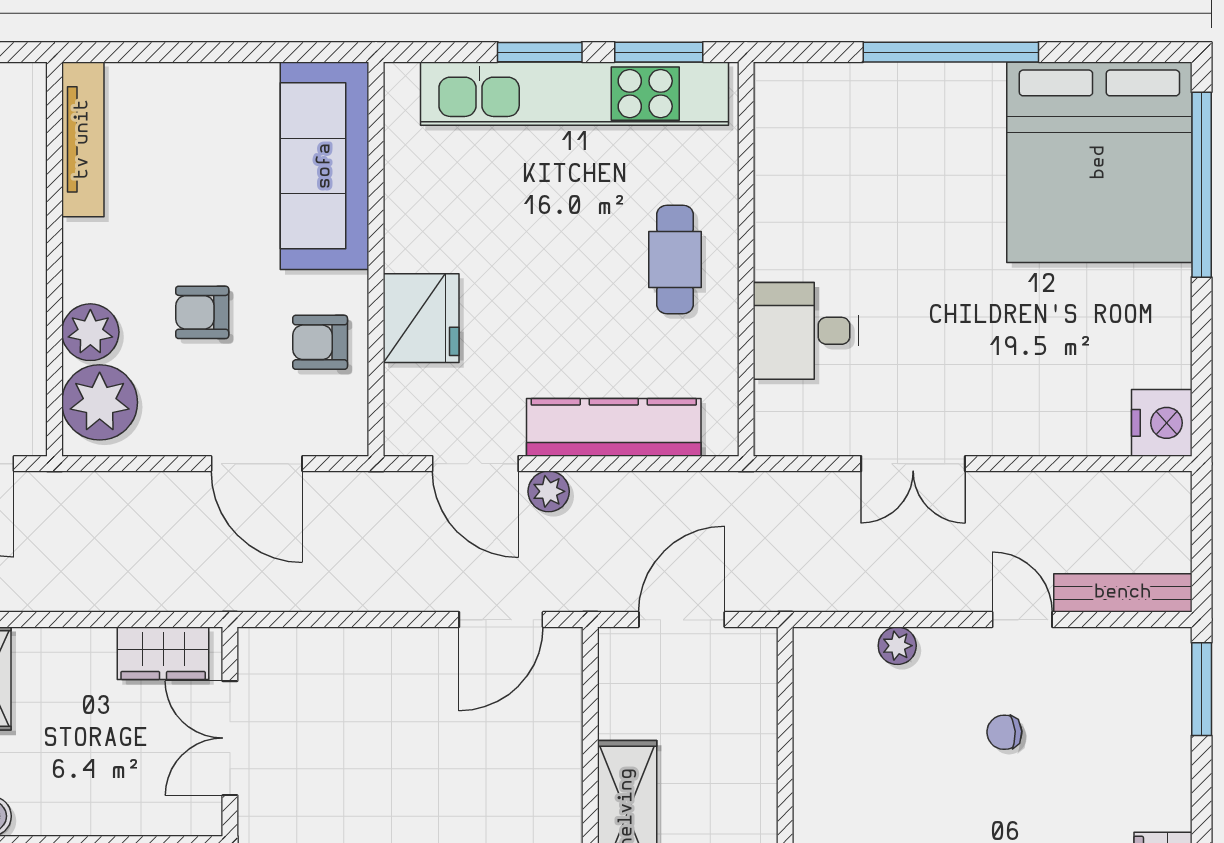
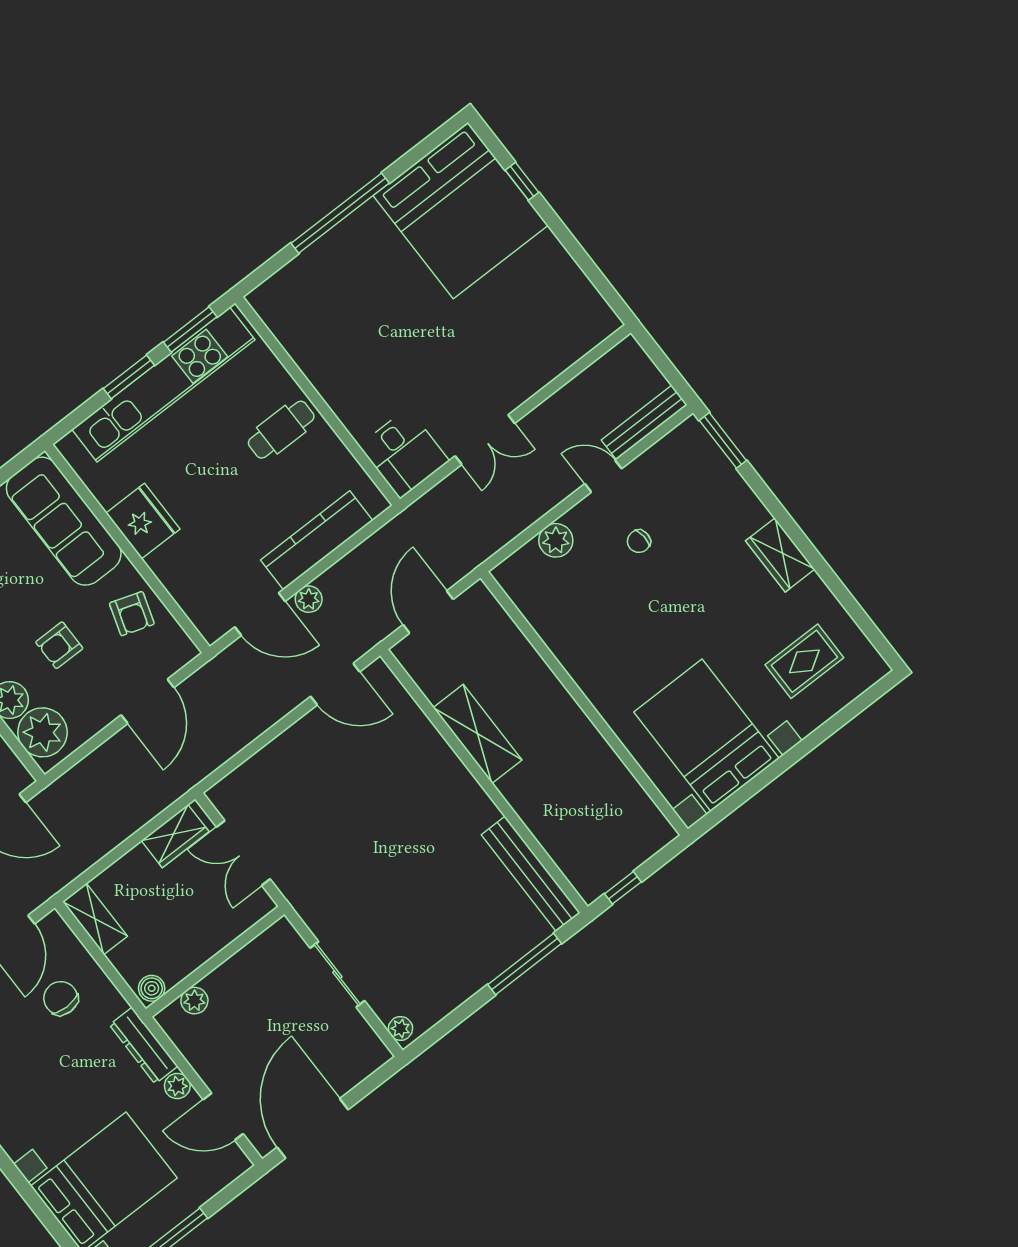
window: (1202, 185) -> (522, 181), width x0.32
cafe table: (675, 259) -> (281, 430), turned 90
fridge: (421, 318) -> (143, 521), moved
desk: (806, 331) -> (404, 453), moved, turned -90
armchair: (320, 342) -> (132, 614), turned -72
nightstand: (1162, 423) -> (596, 320), removed
door: (257, 464) -> (148, 701), hinge flipped
door: (501, 620) -> (335, 684), hinge flipped
plant: (897, 646) -> (556, 540), width x1.38, depth x1.38

